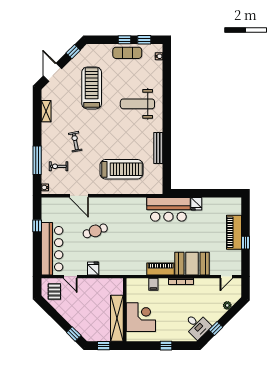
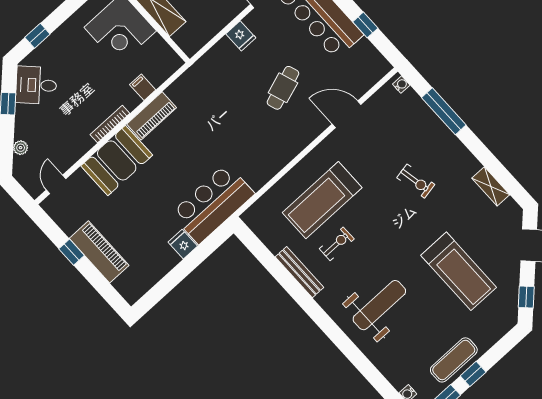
exercise bike: (58, 166) -> (337, 244), moved
window: (166, 346) -> (37, 36), moved

